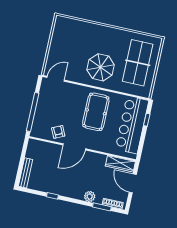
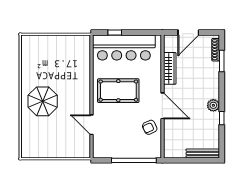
table tennis table: (138, 63) -> (54, 56), removed
parasol: (101, 67) -> (43, 101), moved
door: (56, 79) -> (92, 125), moved
wardrobe: (120, 164) -> (170, 68), moved
plant: (90, 196) -> (213, 105), moved

